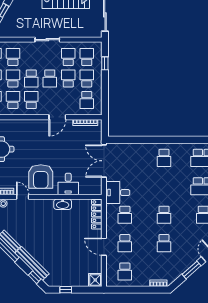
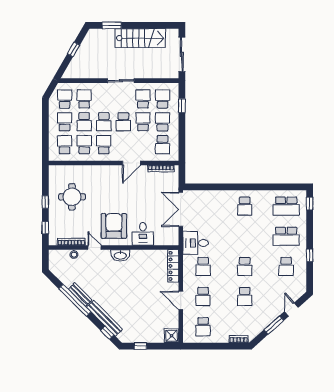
school desk: (13, 78) -> (84, 122), turned 180
armchair: (41, 177) -> (114, 226), turned 180
washbasin: (63, 204) -> (120, 255), moved

